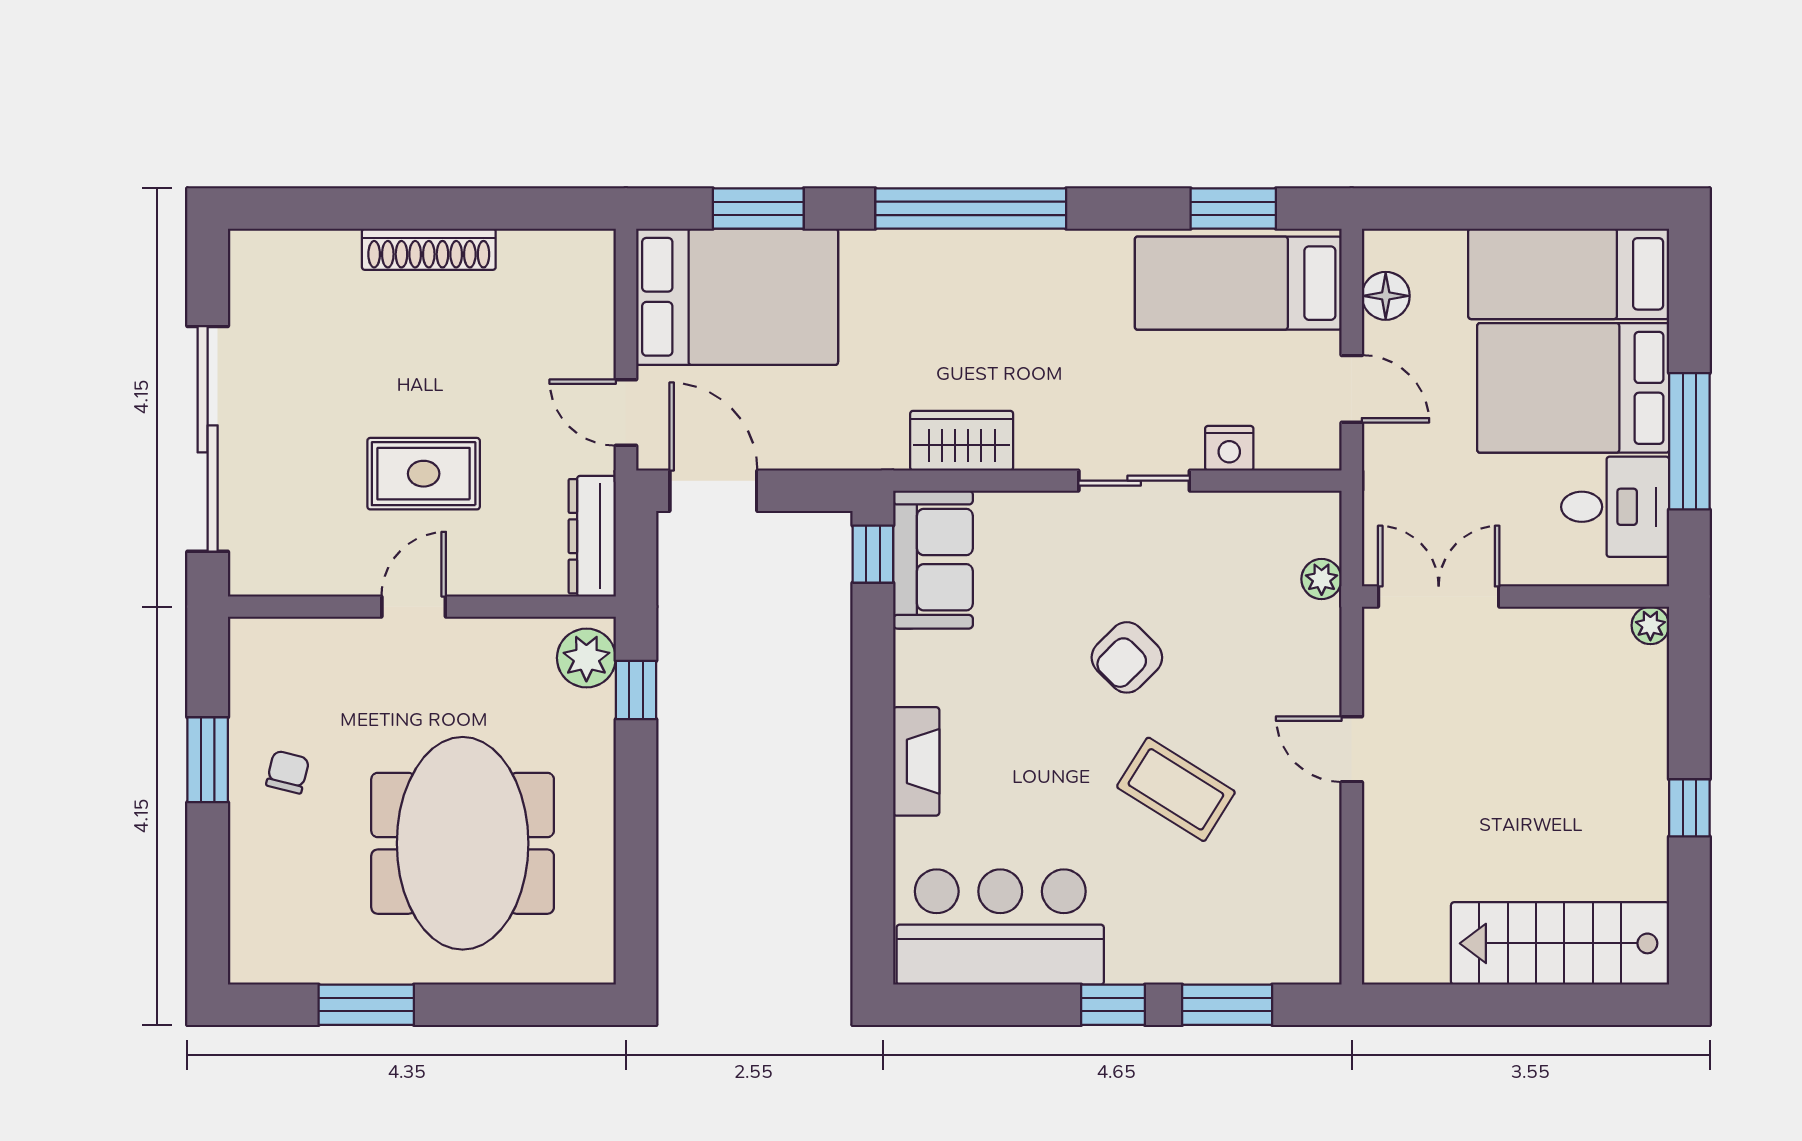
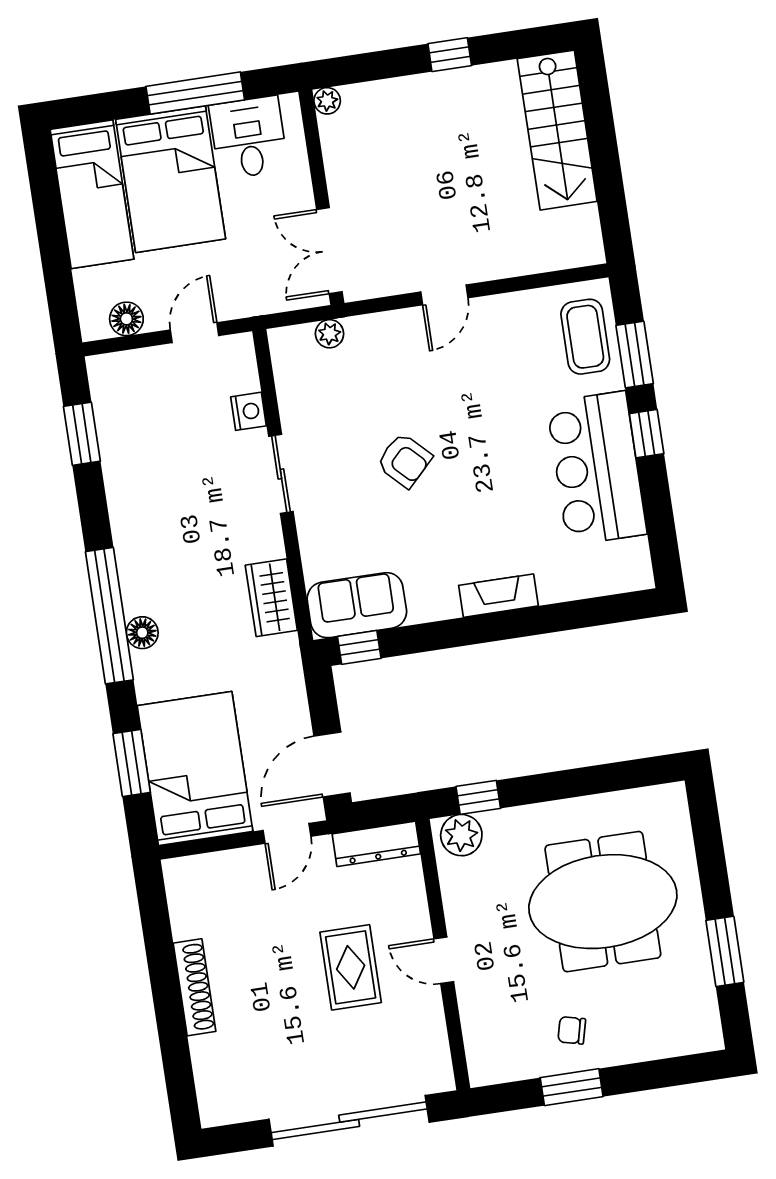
floor lamp: (940, 251) -> (142, 633), added
bed: (1238, 283) -> (133, 422), removed
coffee table: (1176, 789) -> (585, 337), moved, turned -32
bar counter: (1000, 927) -> (597, 468), moved

